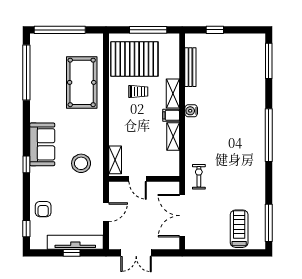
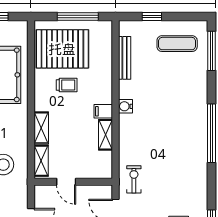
exercise mat: (238, 54) -> (177, 44), added
shelving: (173, 94) -> (41, 128), moved

